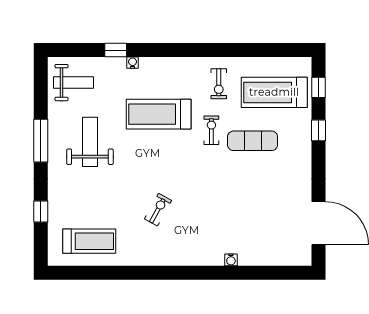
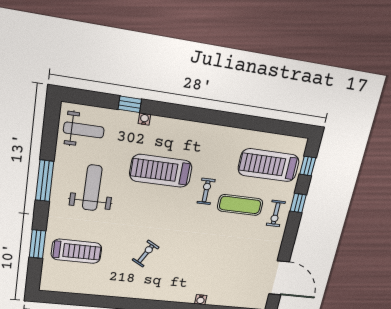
exercise bike: (219, 84) -> (276, 214), moved
window: (41, 211) -> (37, 244), width x1.50
treadmill: (89, 241) -> (76, 251), moved

